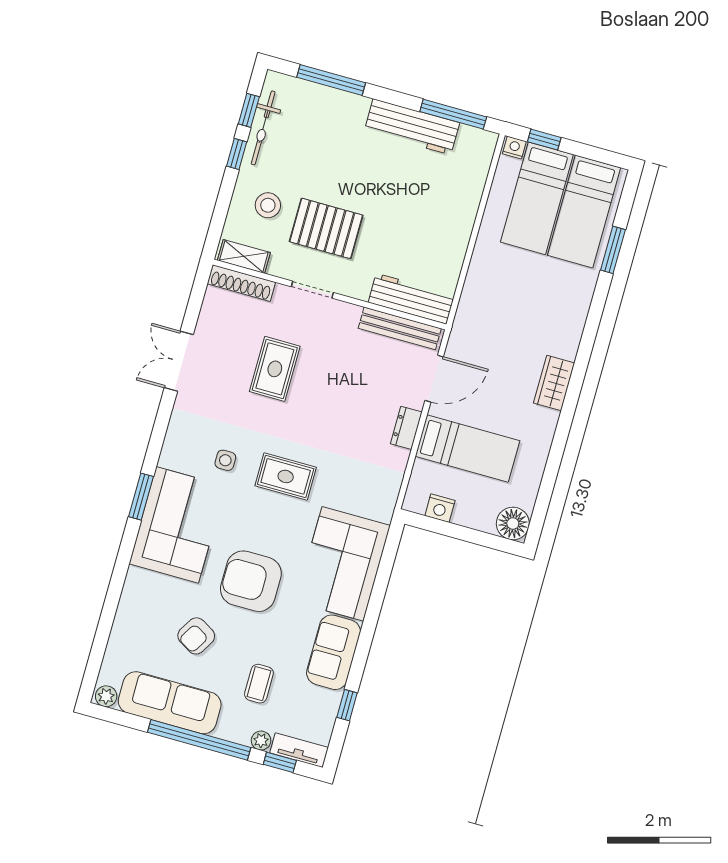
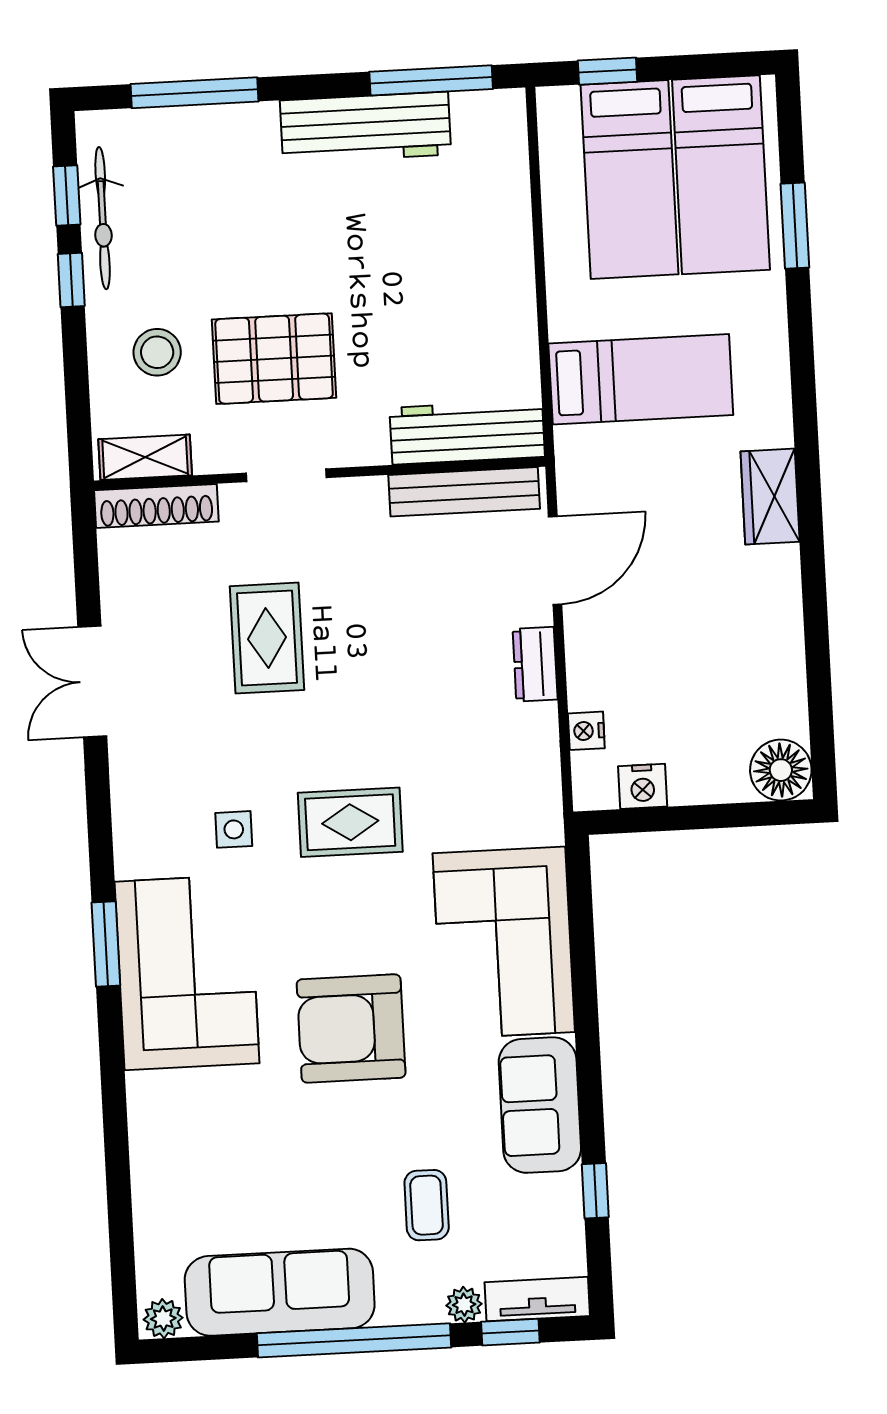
nightstand: (514, 148) -> (586, 731), moved, turned -90
bed: (468, 448) -> (641, 379), moved
armchair: (196, 636) -> (287, 1158), removed

